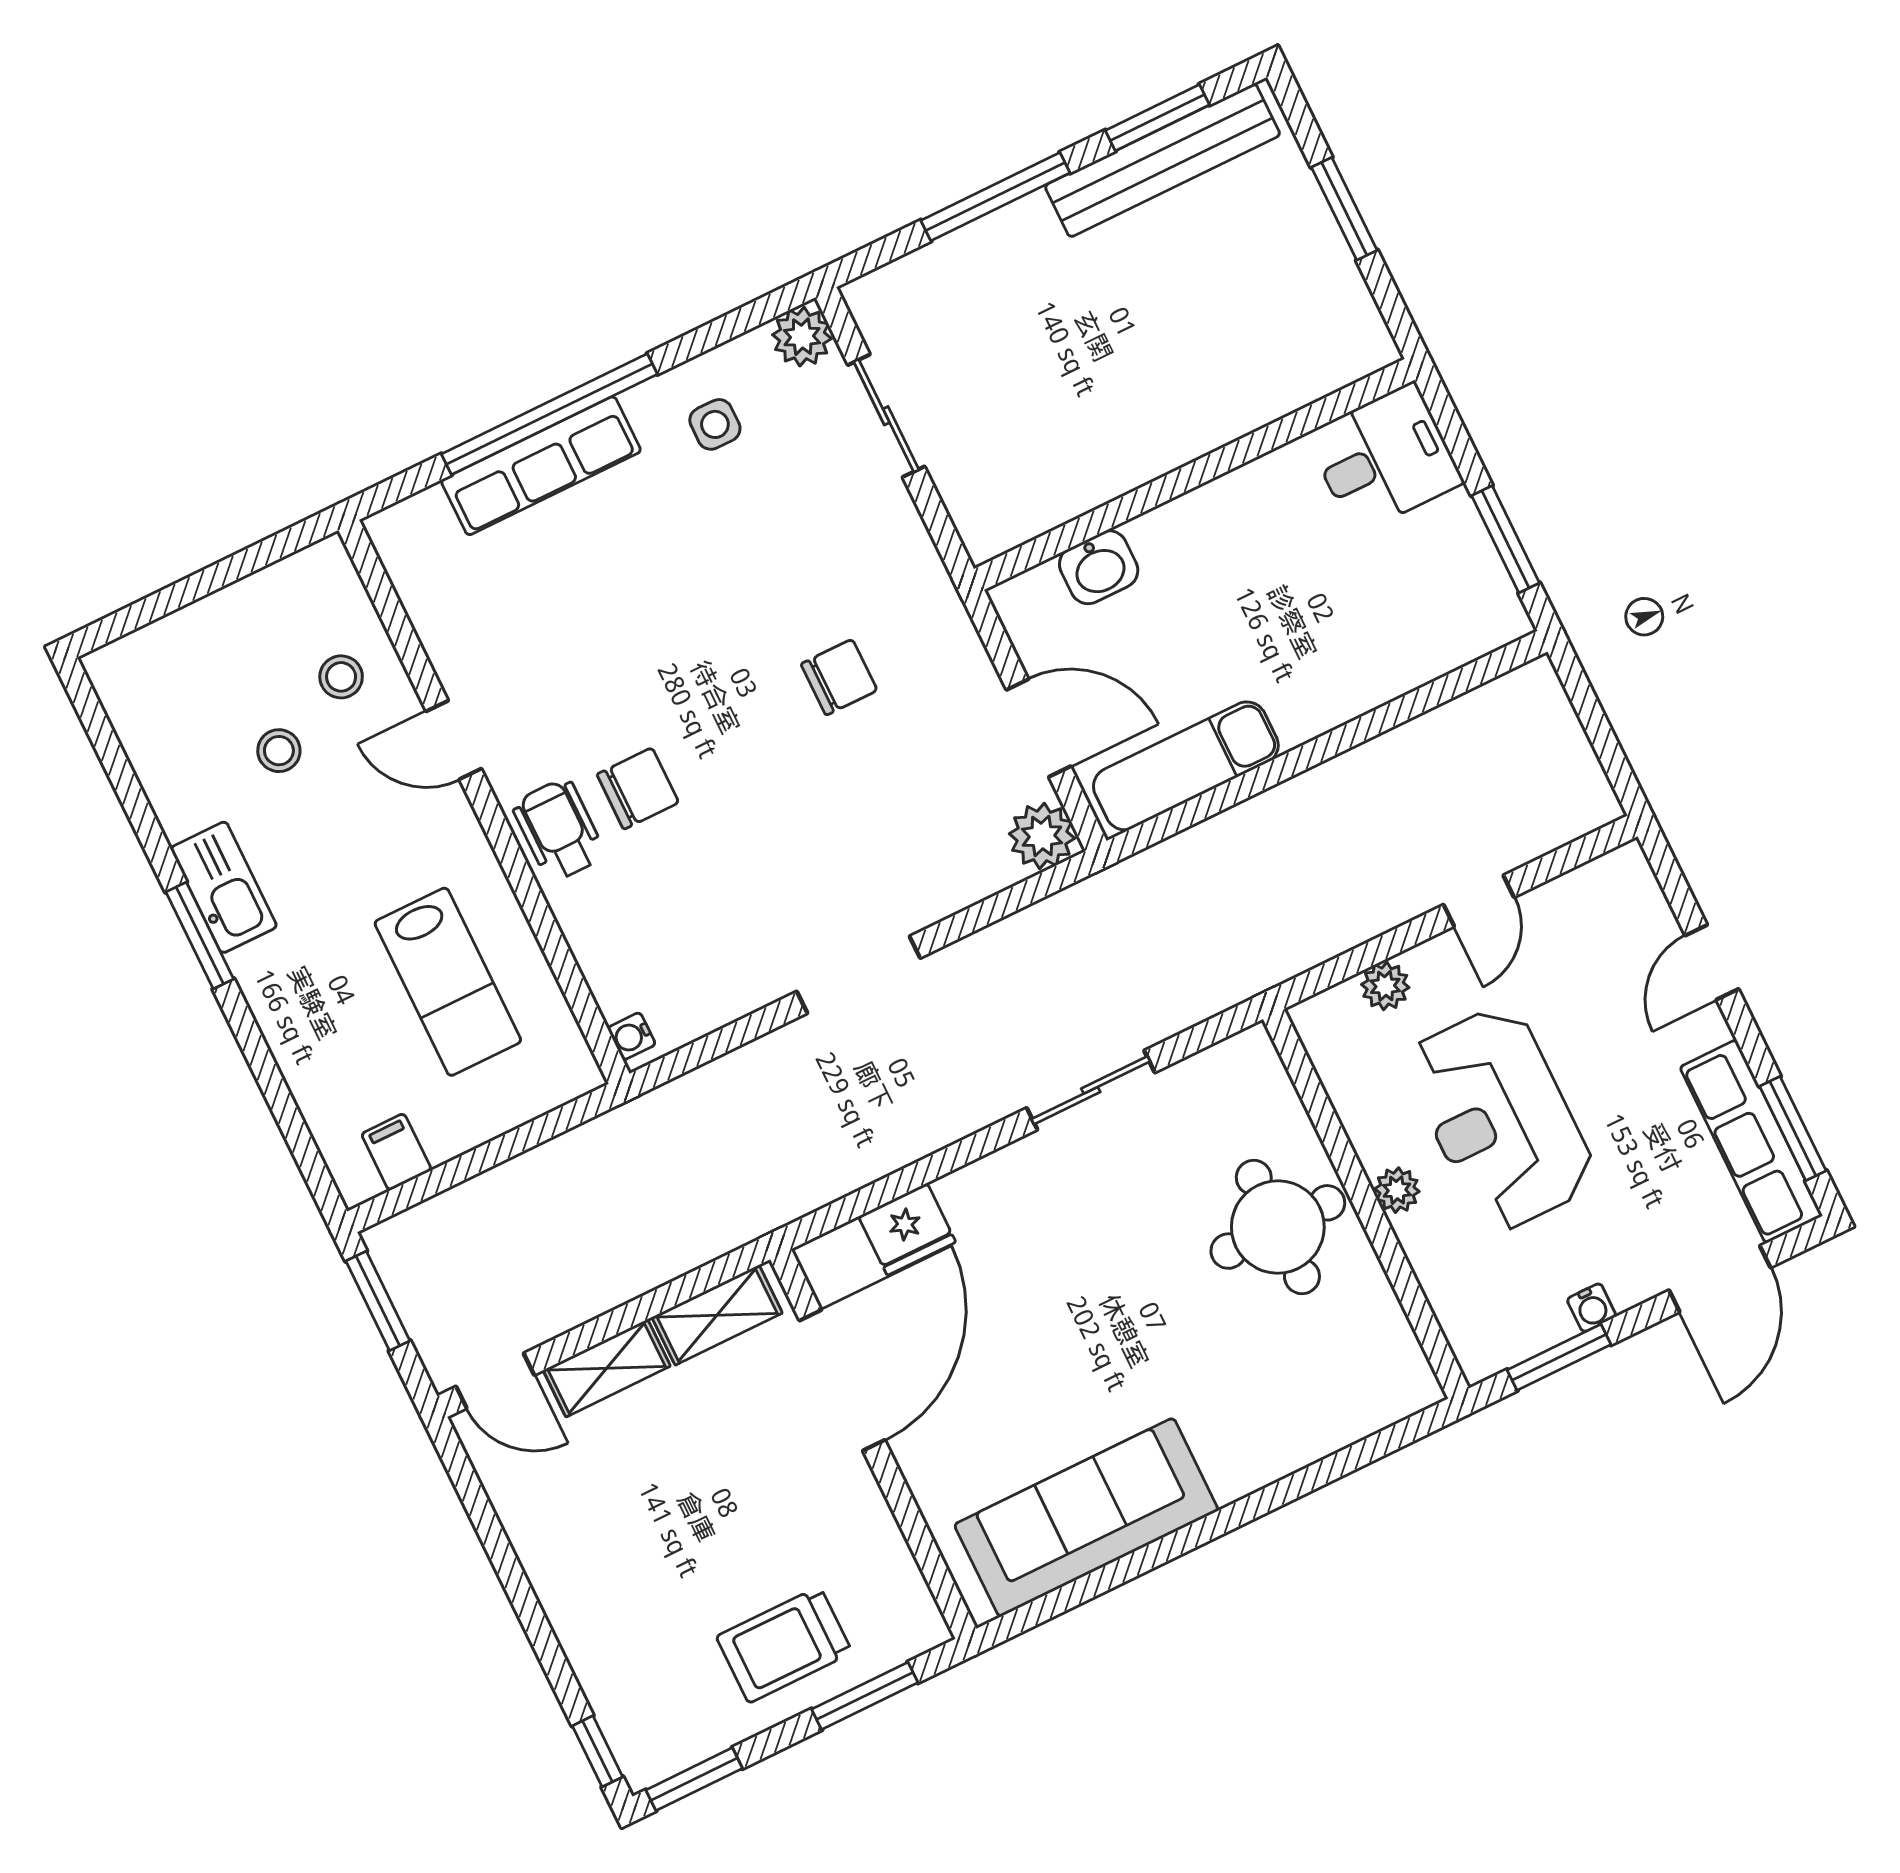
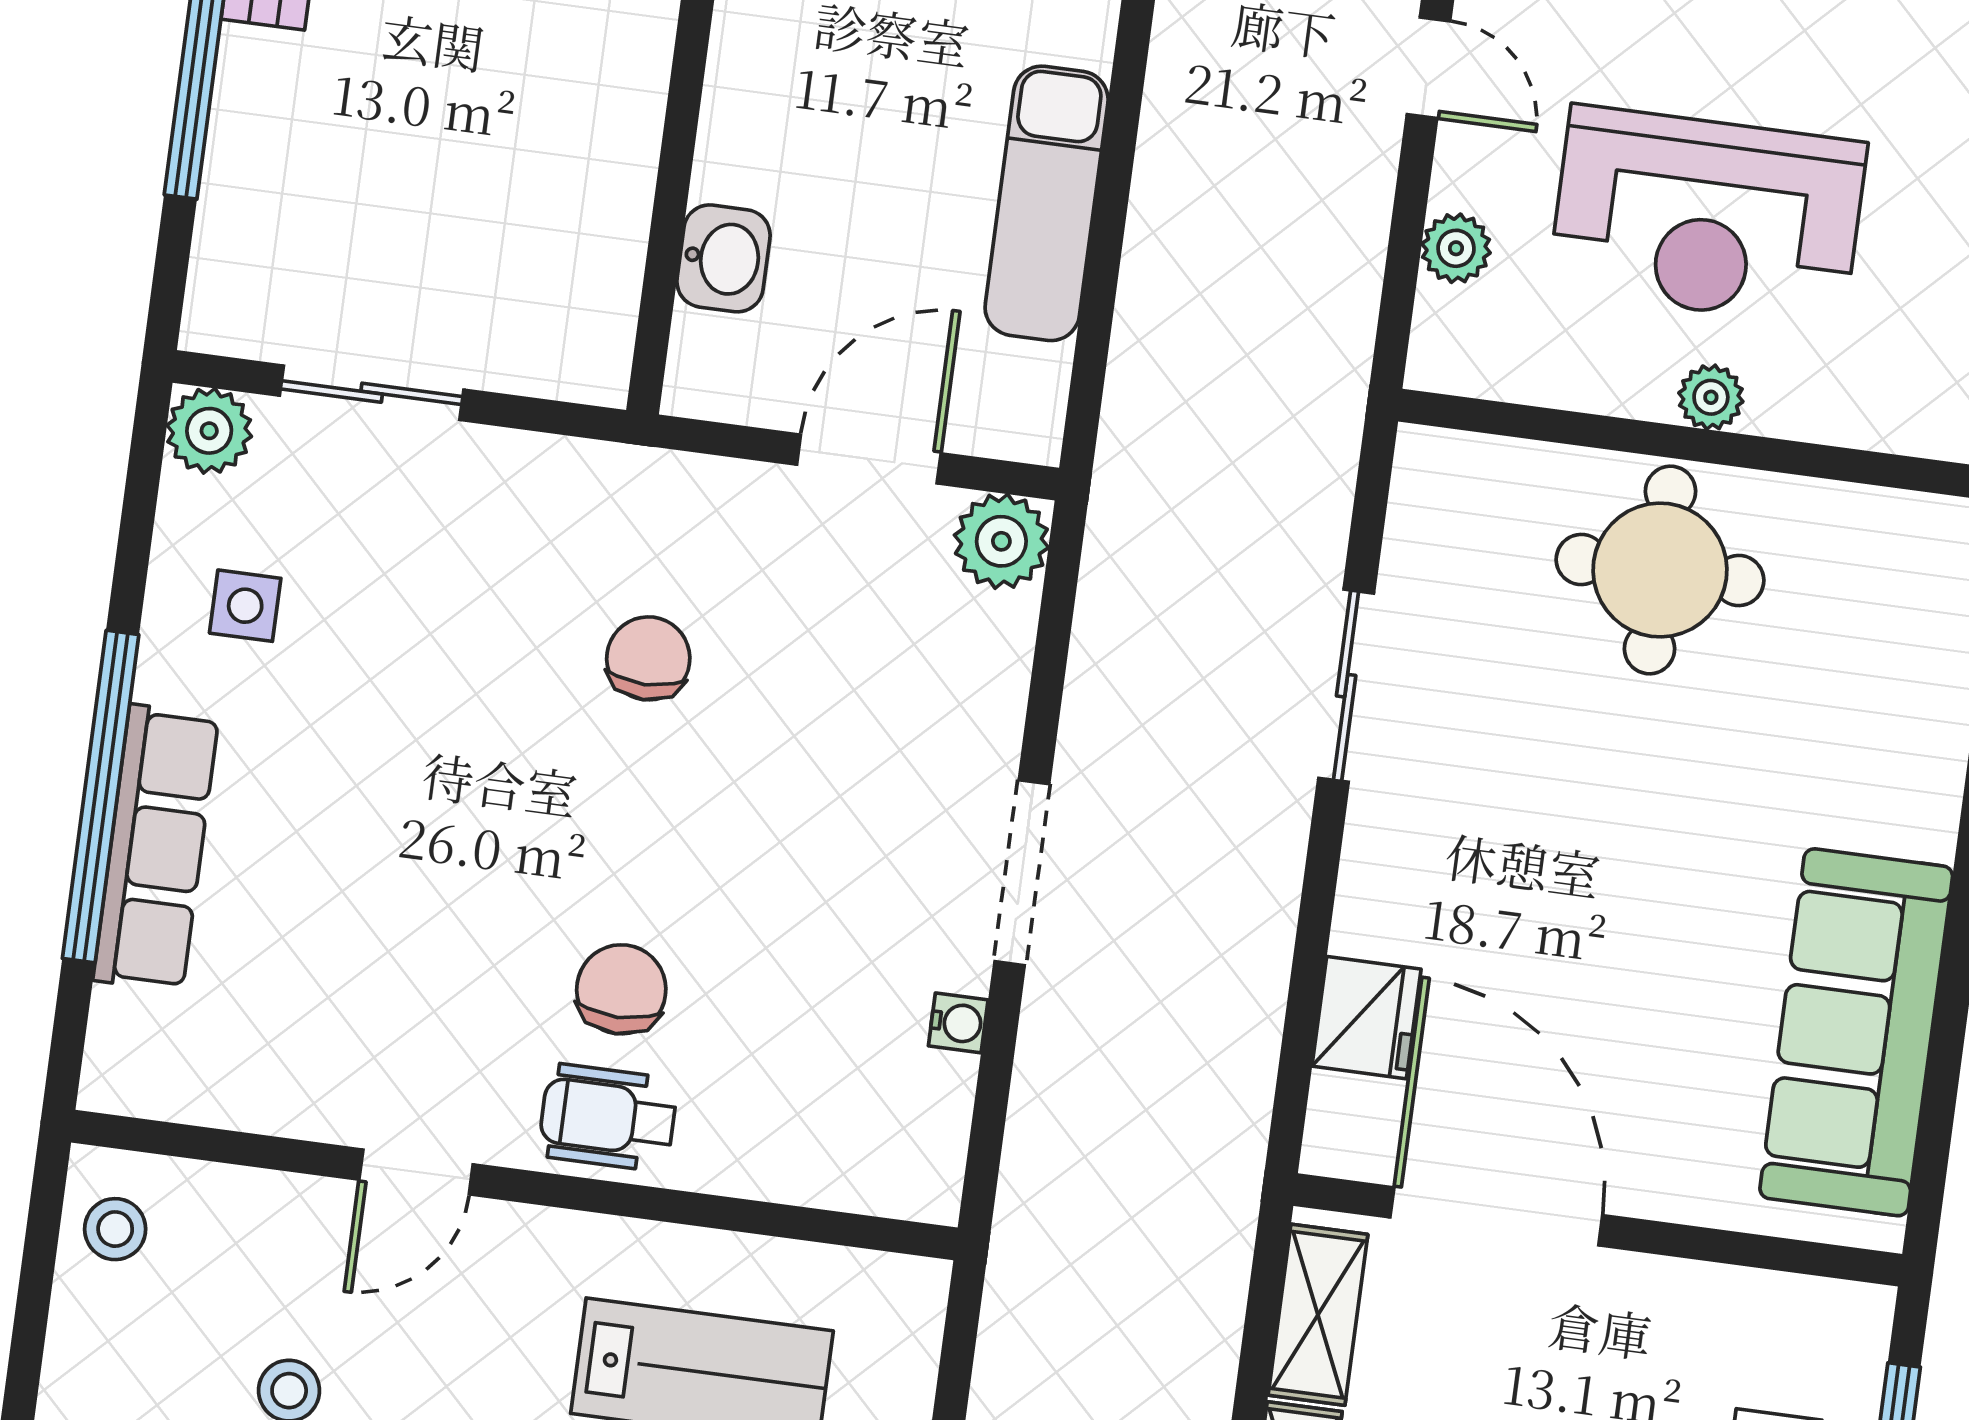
stool: (341, 677) -> (115, 1229), moved
exam couch: (1186, 766) -> (1047, 203), moved
water cooler: (631, 1036) -> (958, 1023), moved, turned -90

